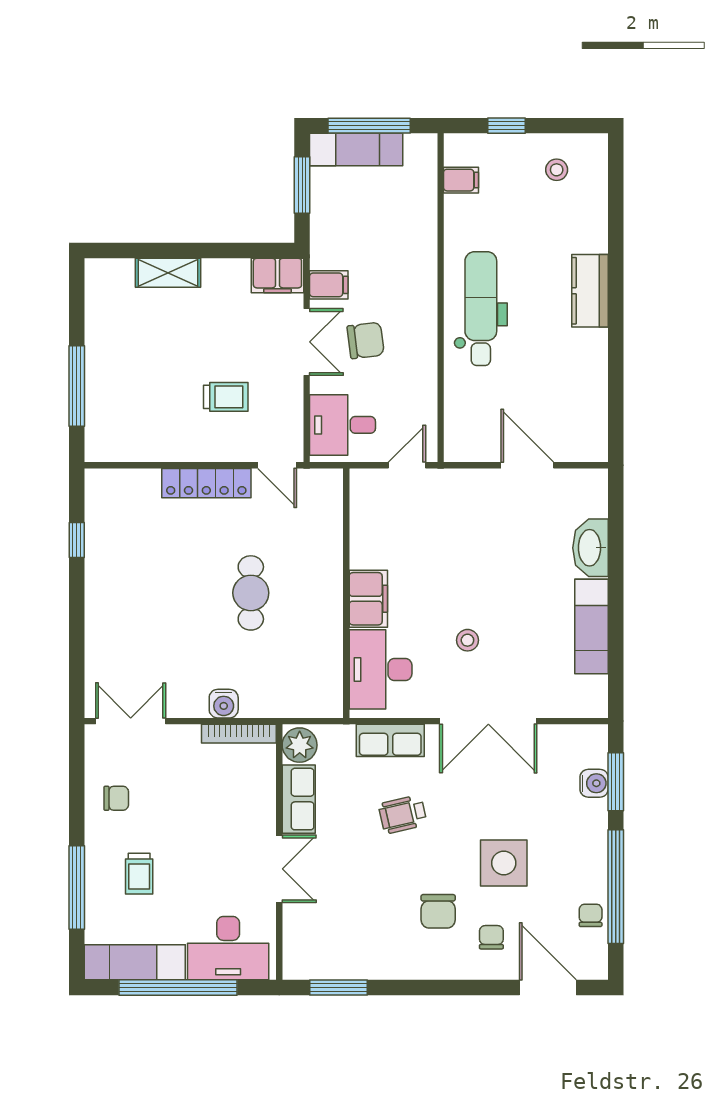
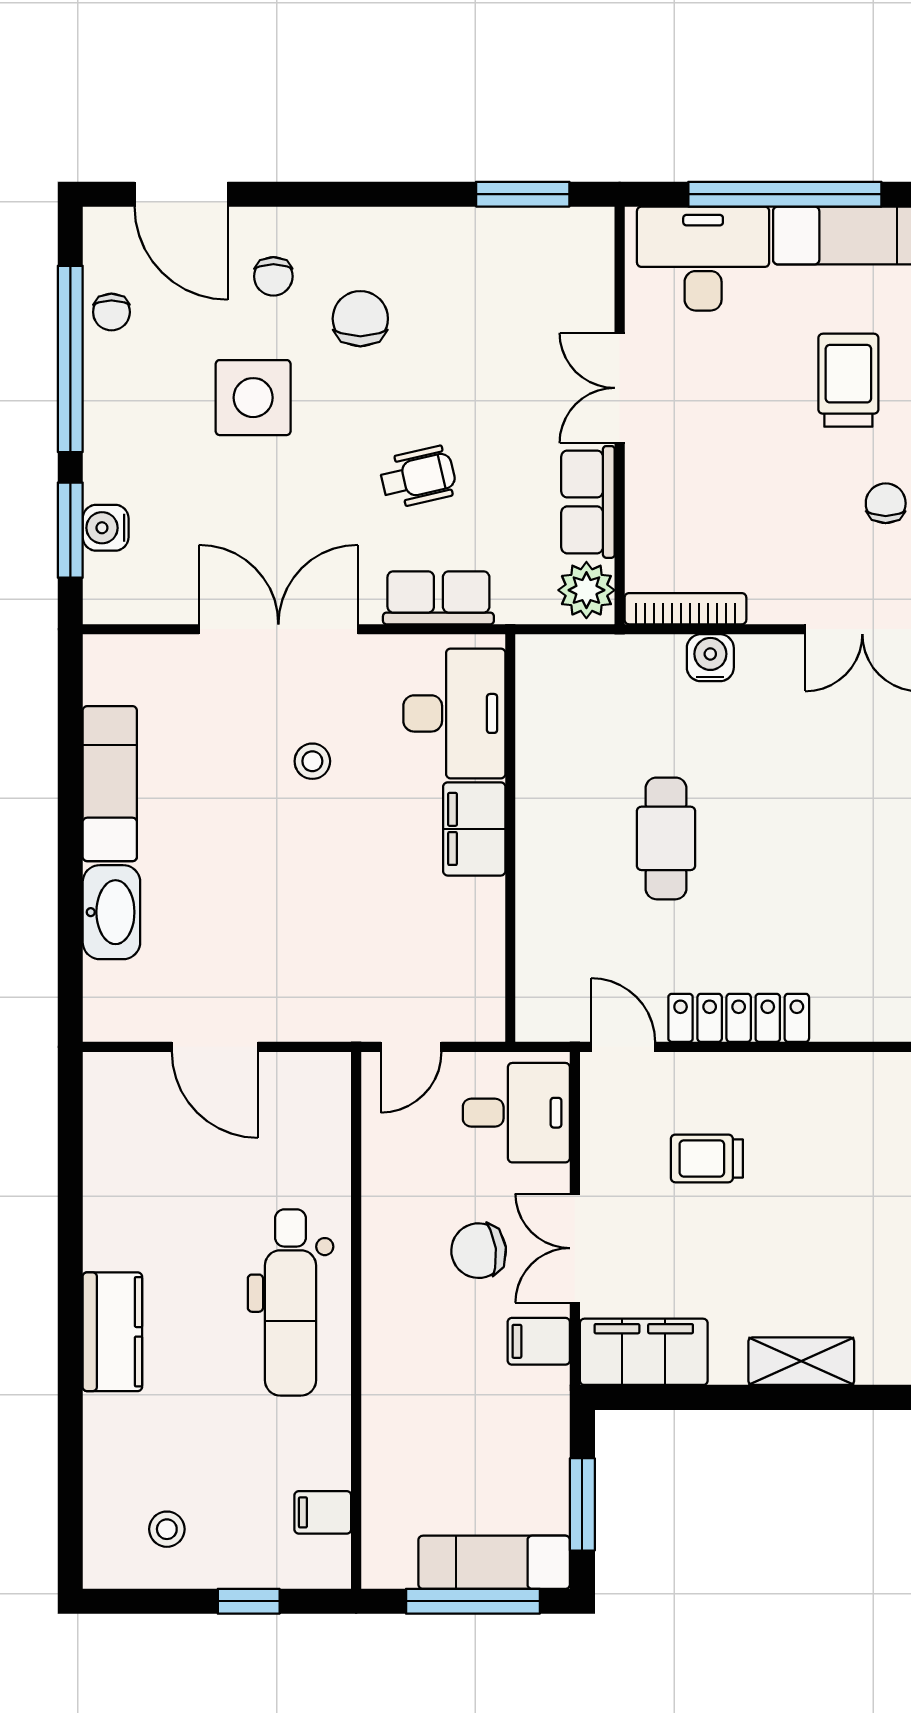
filing cabinet: (277, 276) -> (644, 1352), width x1.50, depth x1.17
chair: (116, 798) -> (886, 503), turned 90
trolley: (139, 874) -> (848, 380), width x1.36, depth x1.39

